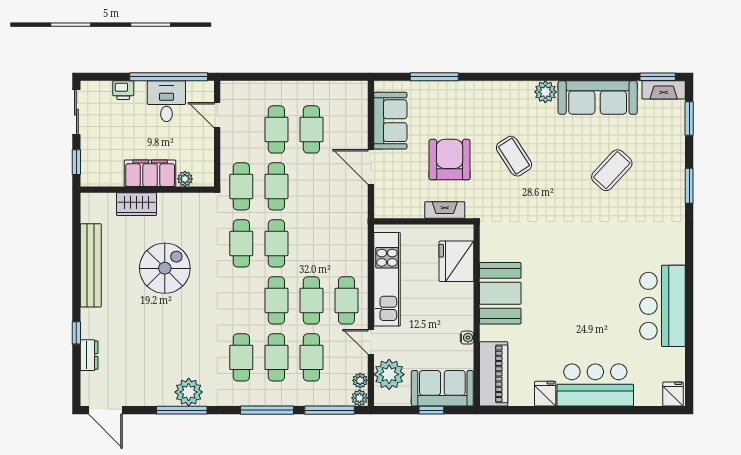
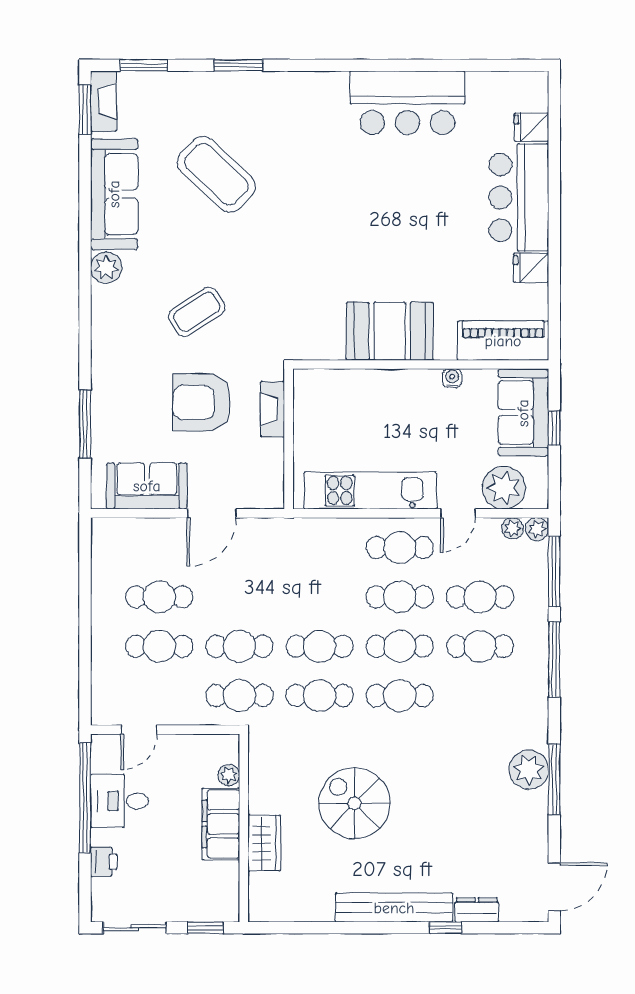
coffee table: (612, 170) -> (216, 174), width x1.36, depth x1.32
fridge: (456, 261) -> (345, 393), removed
bench: (91, 265) -> (394, 908), moved
cafe table: (241, 357) -> (400, 696), moved
fridge: (673, 394) -> (531, 127), moved

